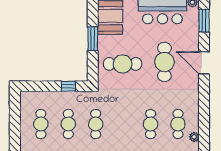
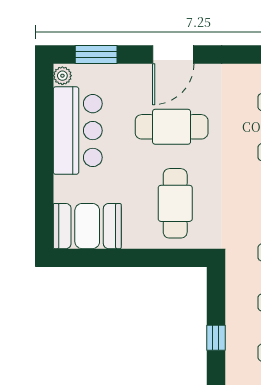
window: (93, 39) -> (129, 258), removed
window: (68, 86) -> (216, 338), moved

